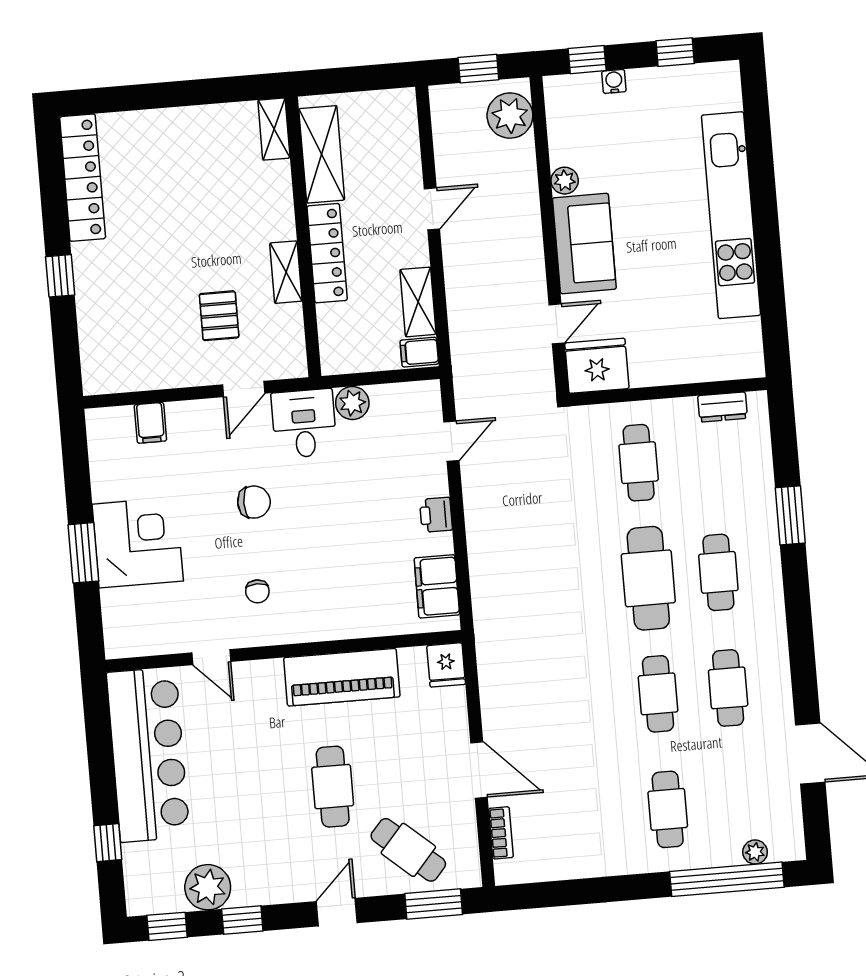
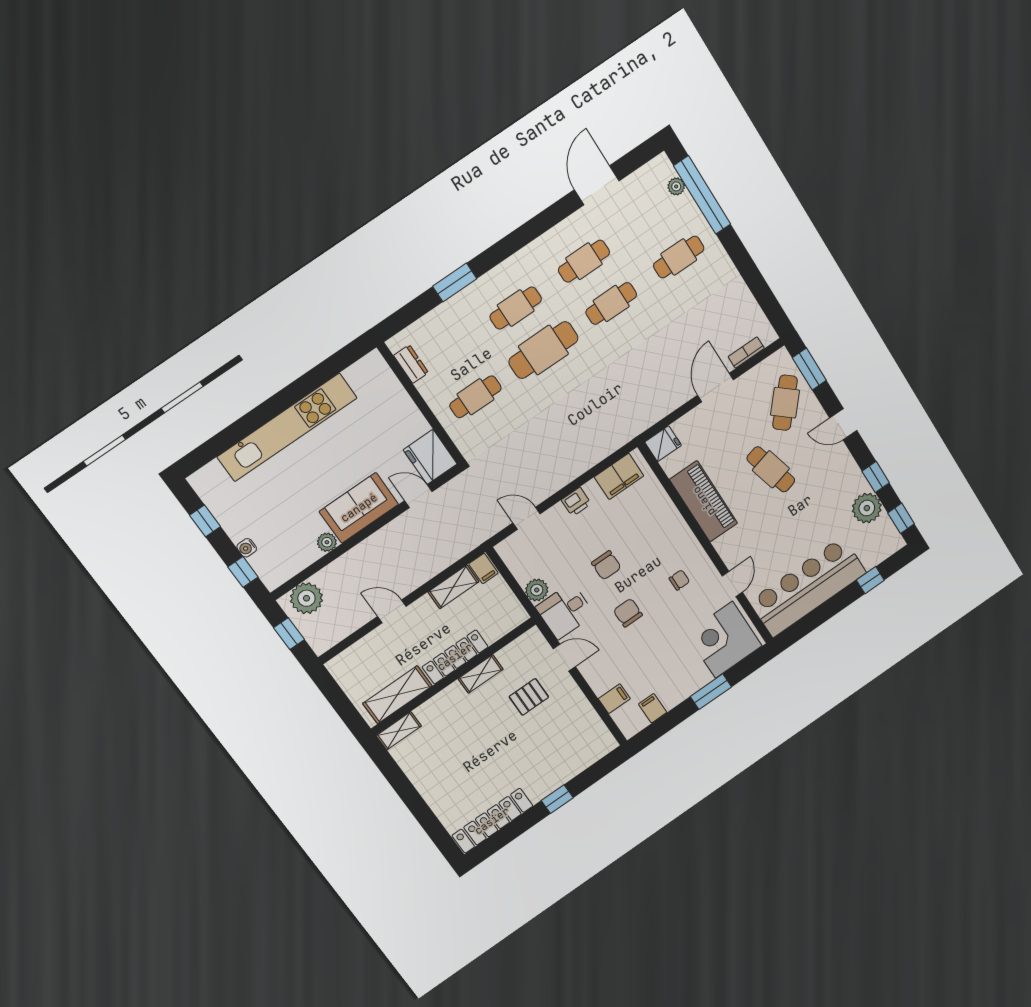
filing cabinet: (107, 465) -> (653, 708), added
chair: (332, 508) -> (606, 565), added
corner desk: (138, 543) -> (724, 640), moved
cafe table: (333, 787) -> (771, 469), turned 75

